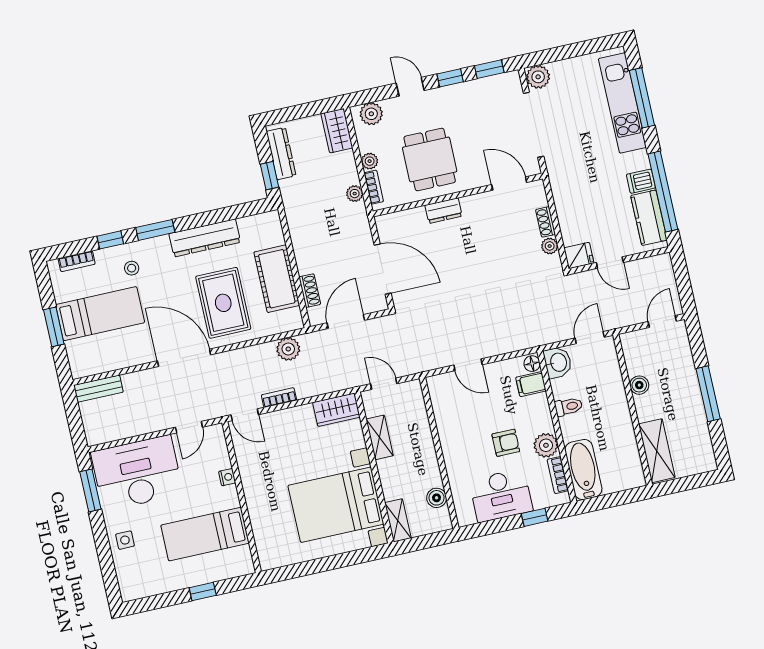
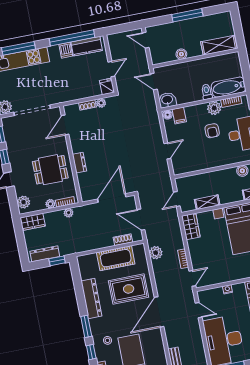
toilet: (569, 407) -> (207, 92), moved
armchair: (506, 443) -> (212, 131), turned 180

